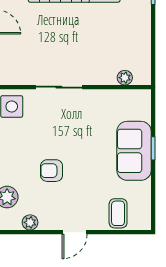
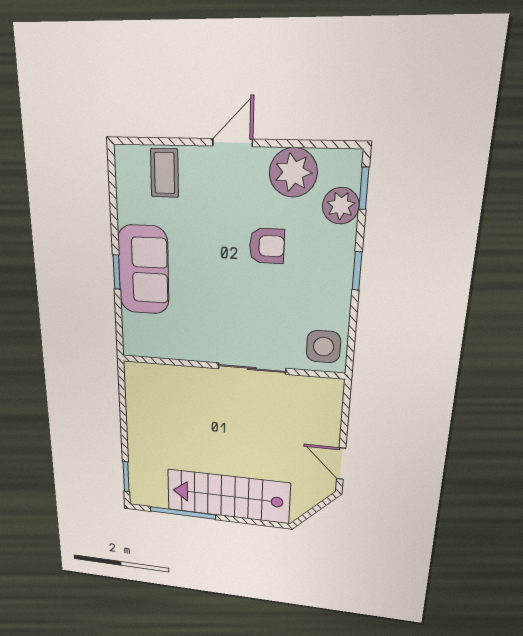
plant: (125, 78) -> (159, 374), removed
plant: (30, 222) -> (293, 172), width x1.87, depth x1.87

